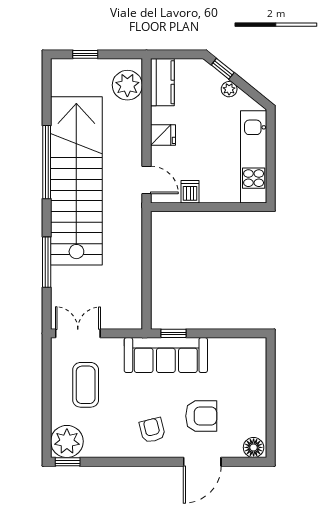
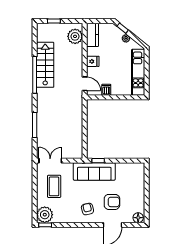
stairs: (76, 181) -> (45, 65), width x0.54, depth x0.66

